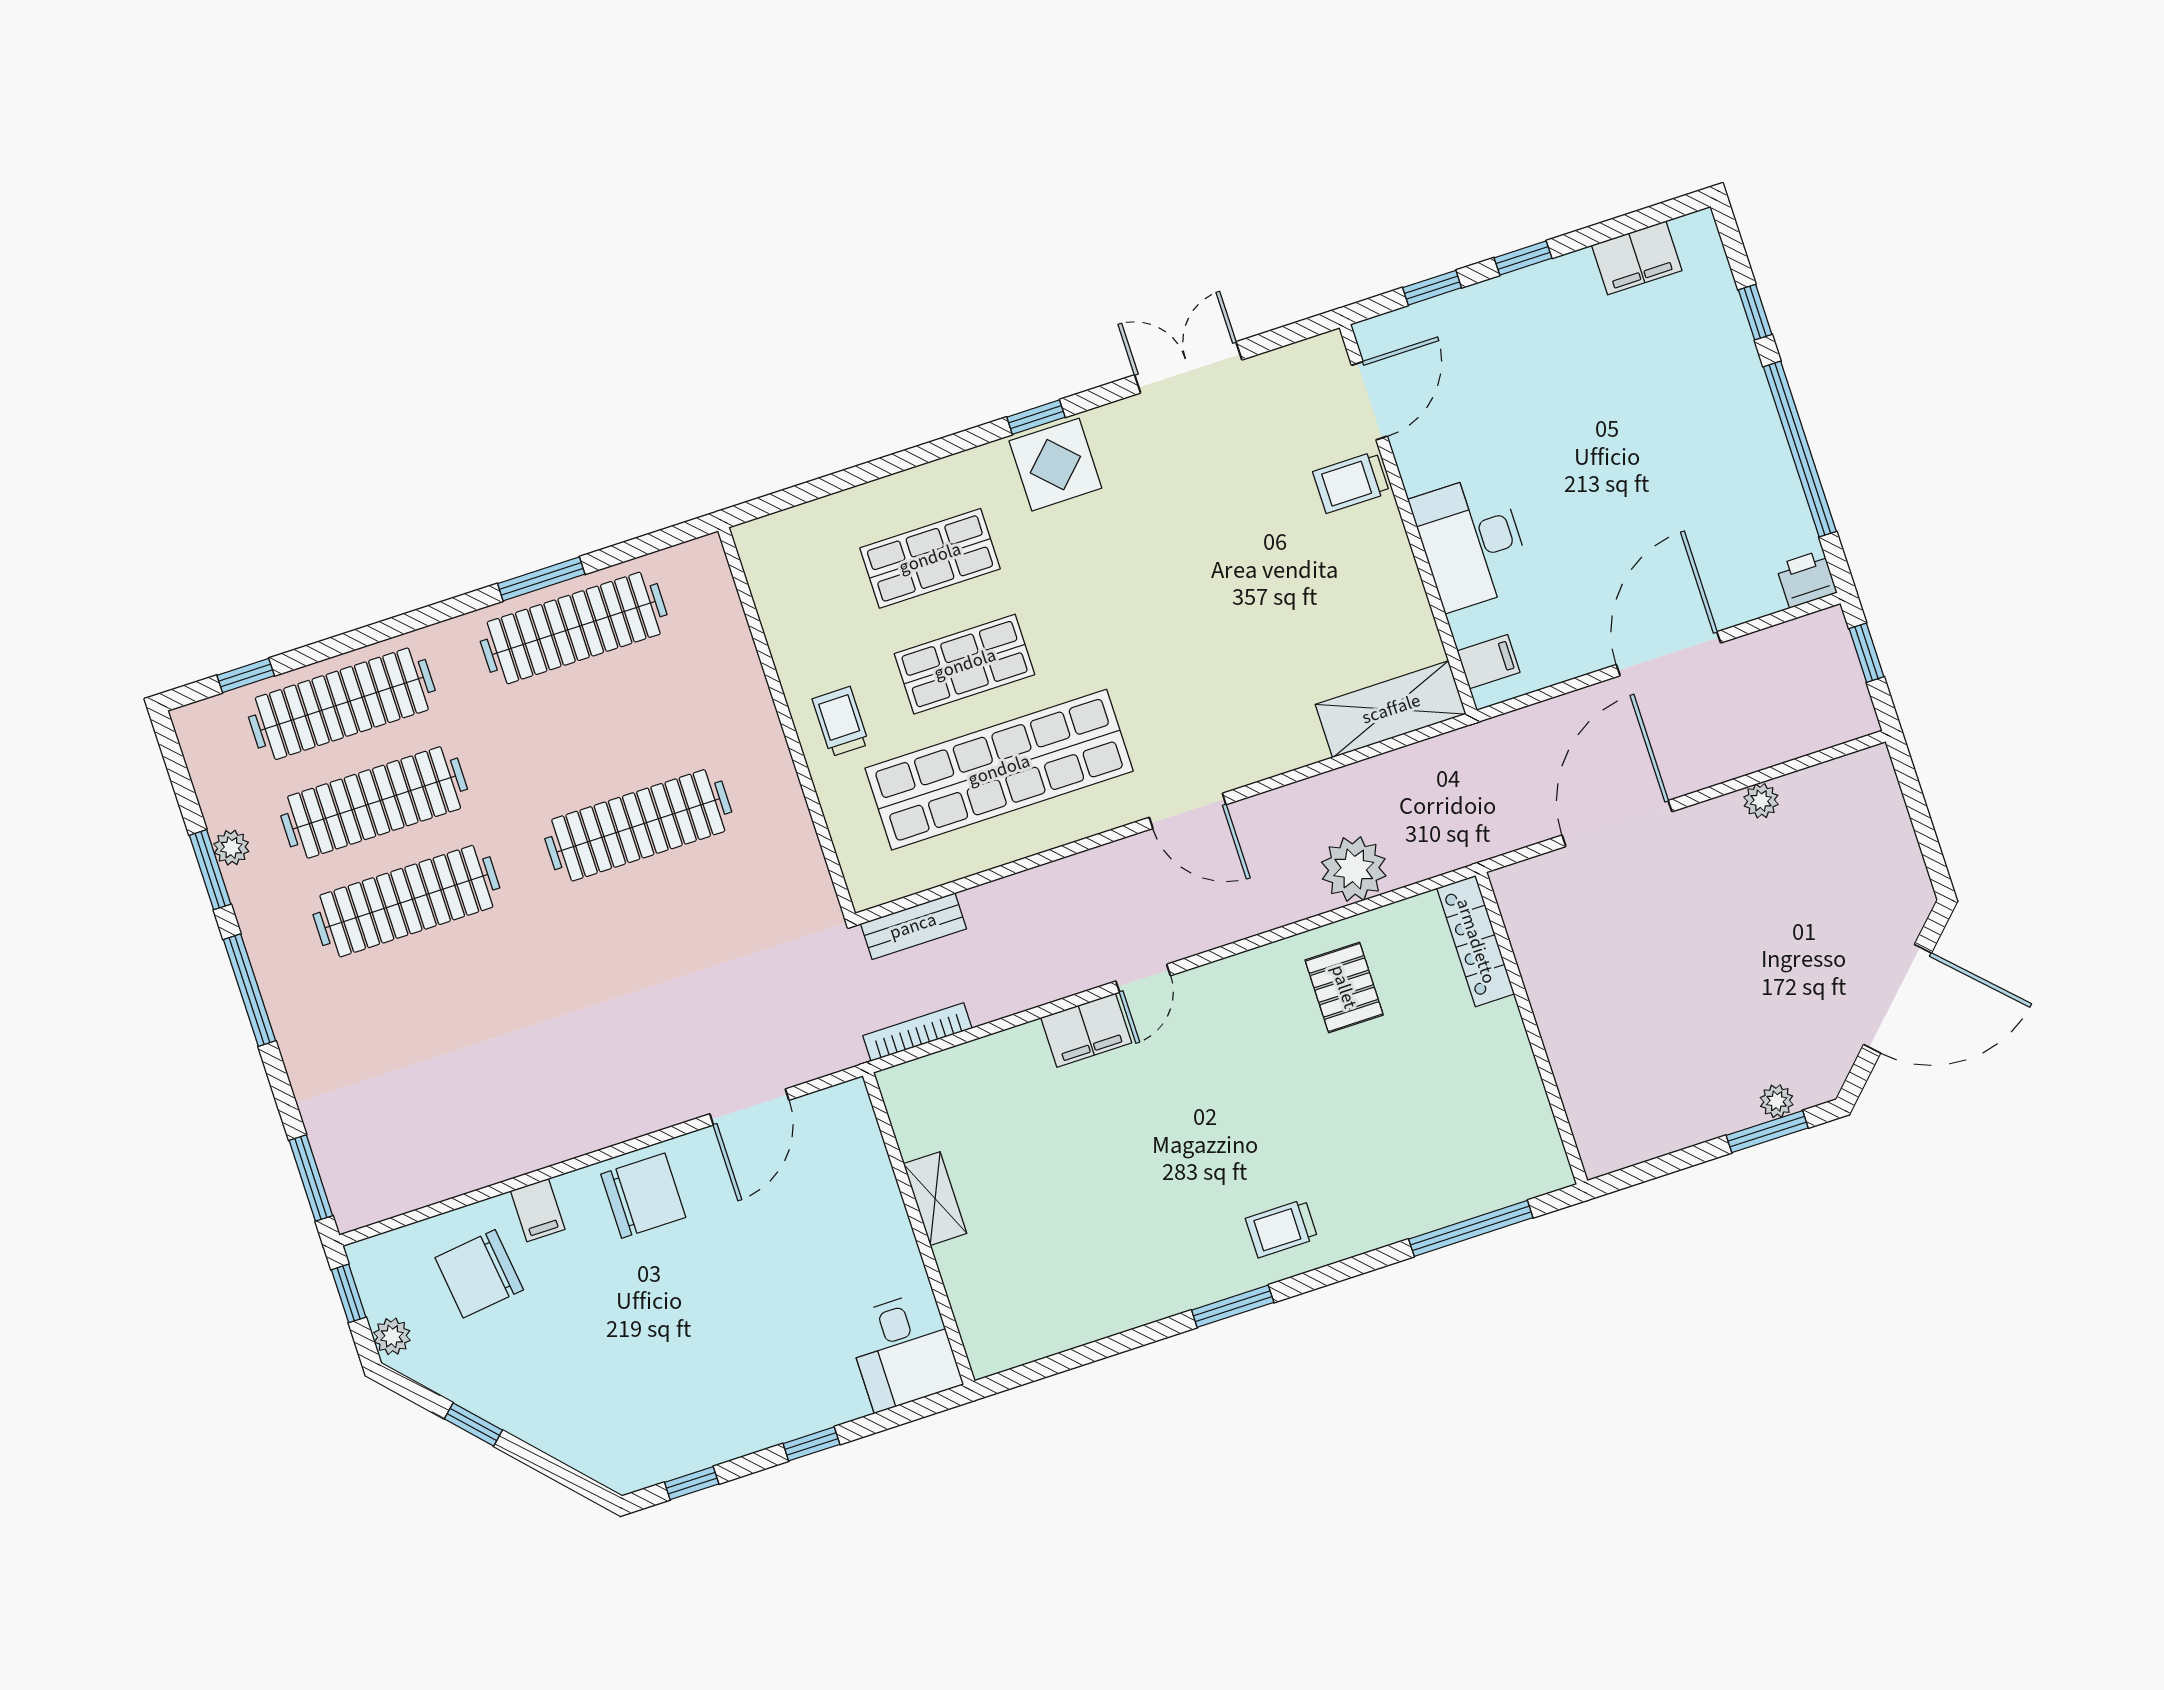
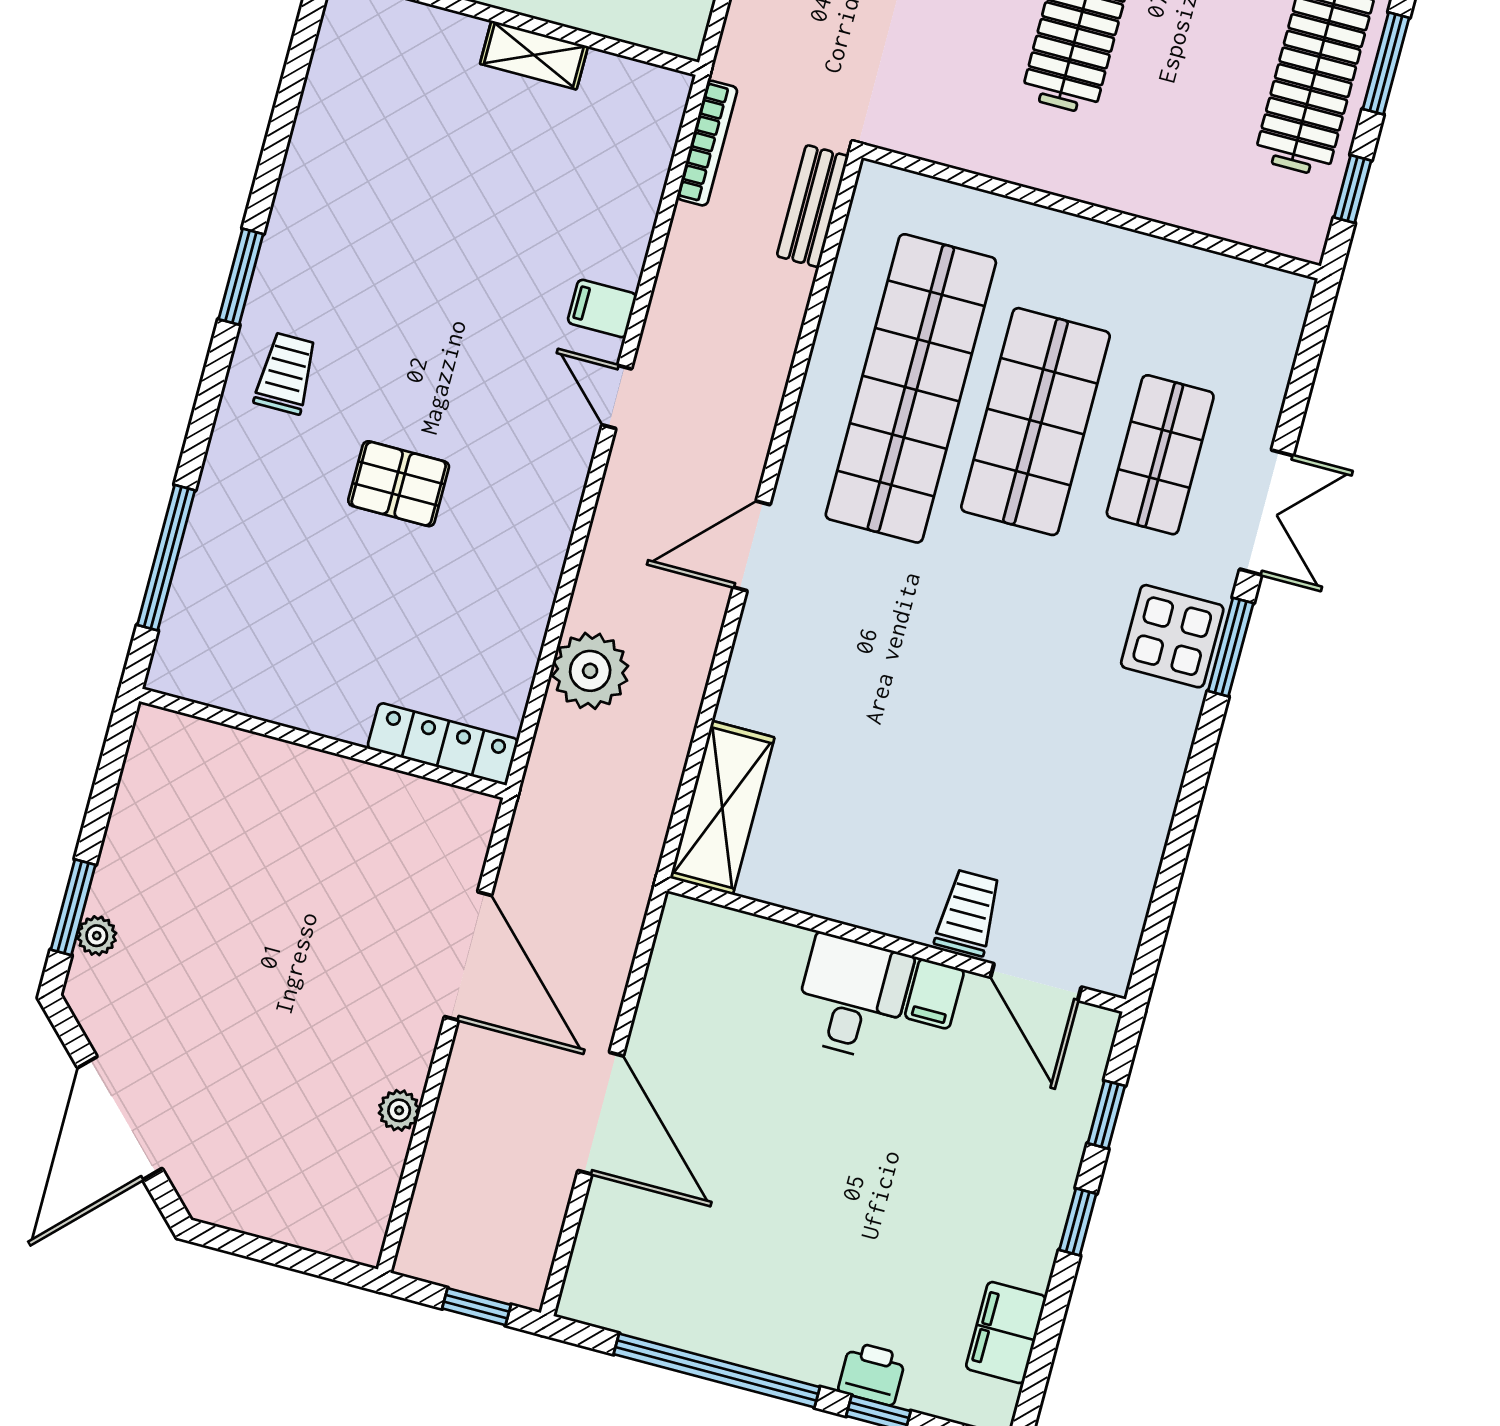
double door: (1188, 367) -> (1267, 512), moved
window: (1036, 417) -> (1231, 647), width x1.50
desk: (1471, 542) -> (852, 997), width x0.73
window: (648, 544) -> (1353, 189), added
printer: (1806, 579) -> (872, 1374), moved, turned -90
filing cabinet: (1489, 662) -> (934, 994), moved
shop shelf: (965, 664) -> (1036, 422), width x1.43, depth x1.36
trolley: (841, 722) -> (1058, 264), removed
pallet: (1344, 987) -> (399, 484), moved
filing cabinet: (1086, 1030) -> (602, 309), width x0.50

